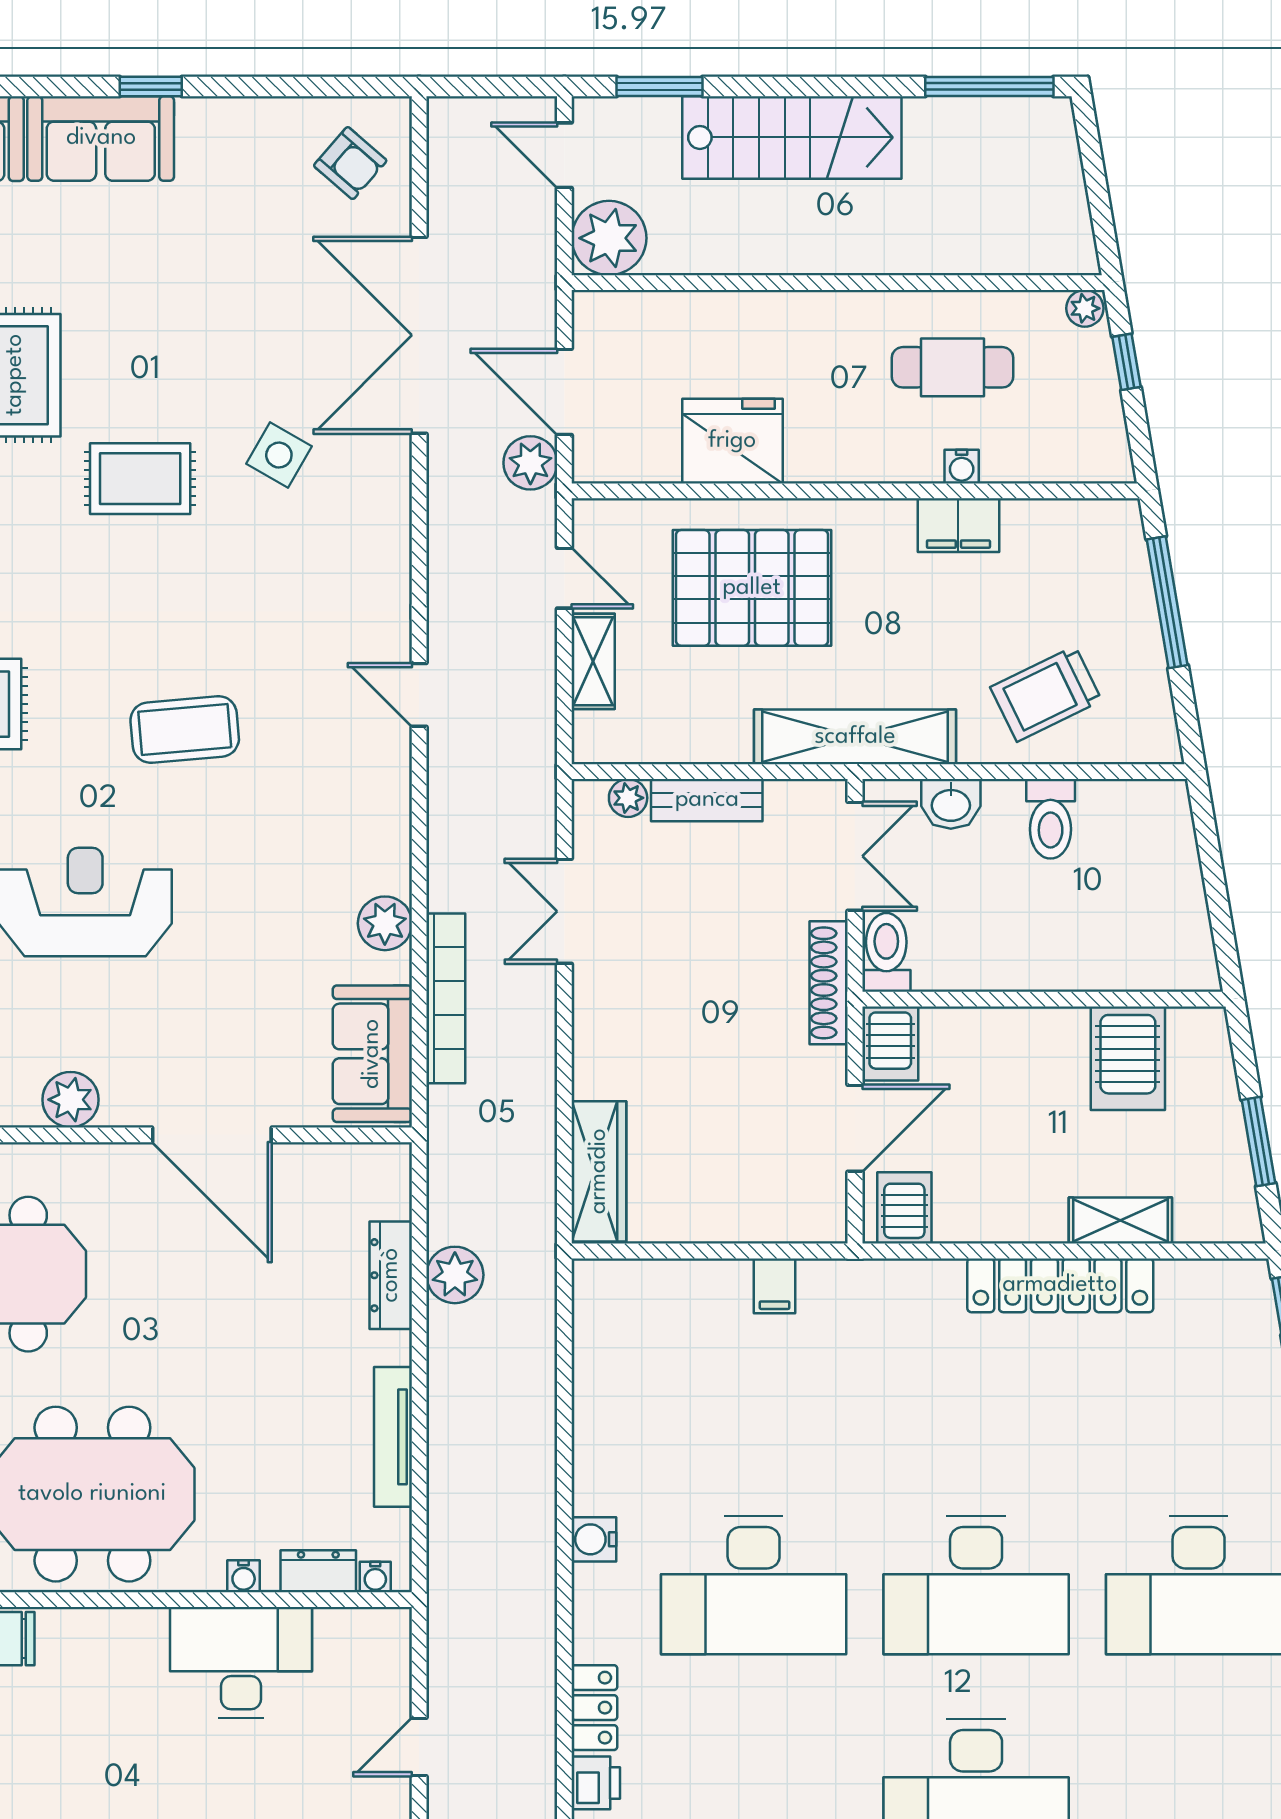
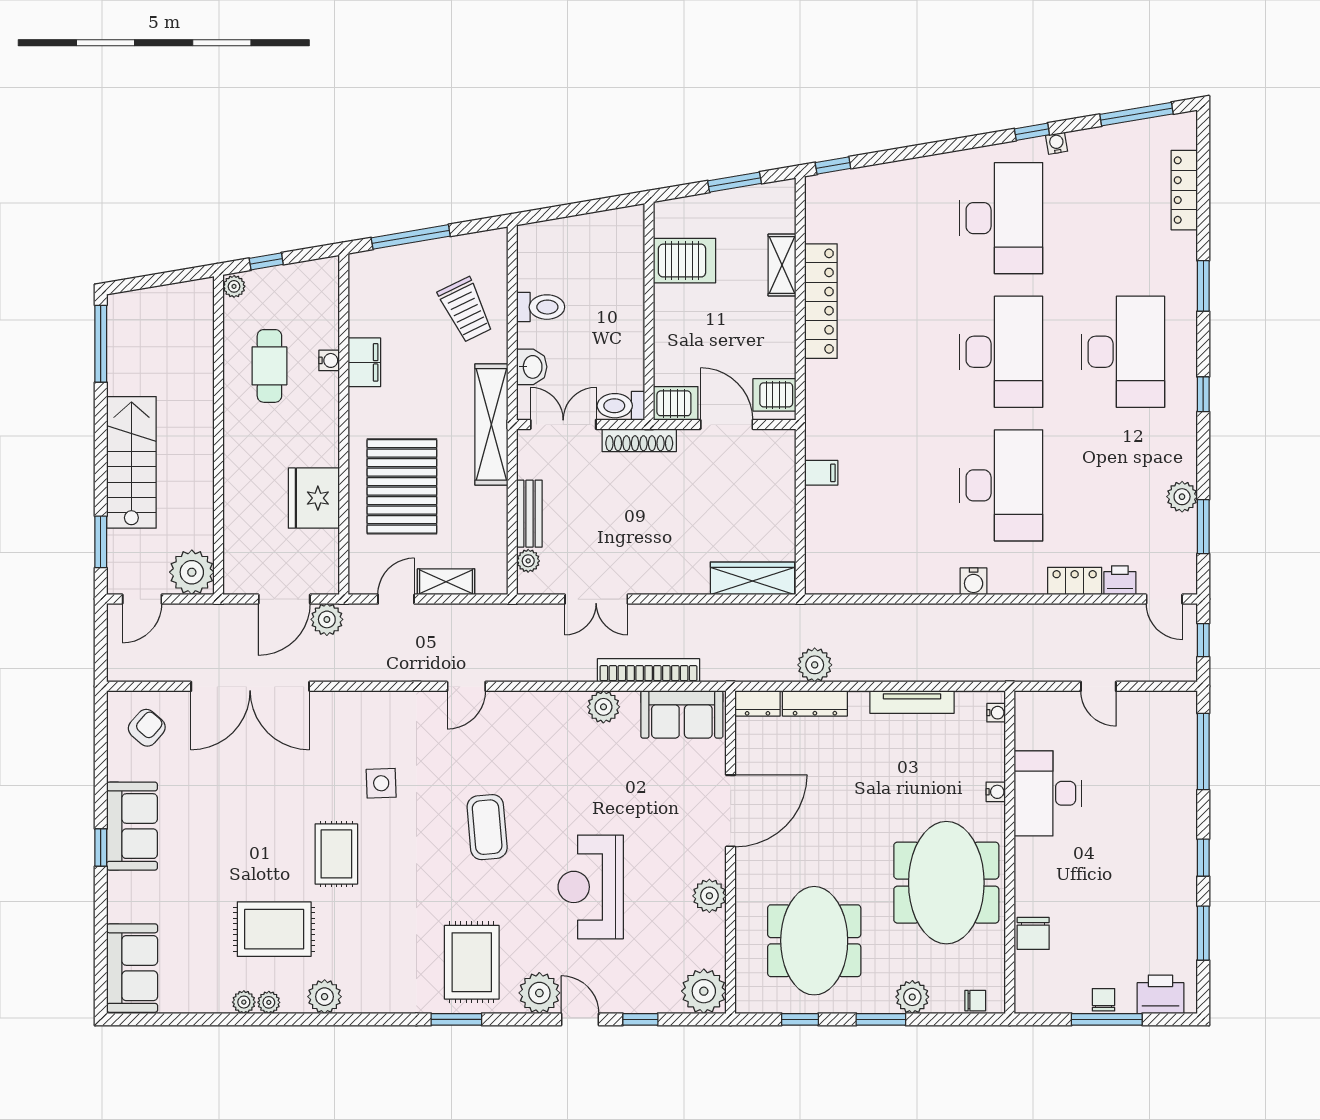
sofa: (101, 138) -> (132, 826), moved
side table: (279, 455) -> (381, 783), moved, turned -32
dresser: (318, 1571) -> (758, 703), moved, turned -90

